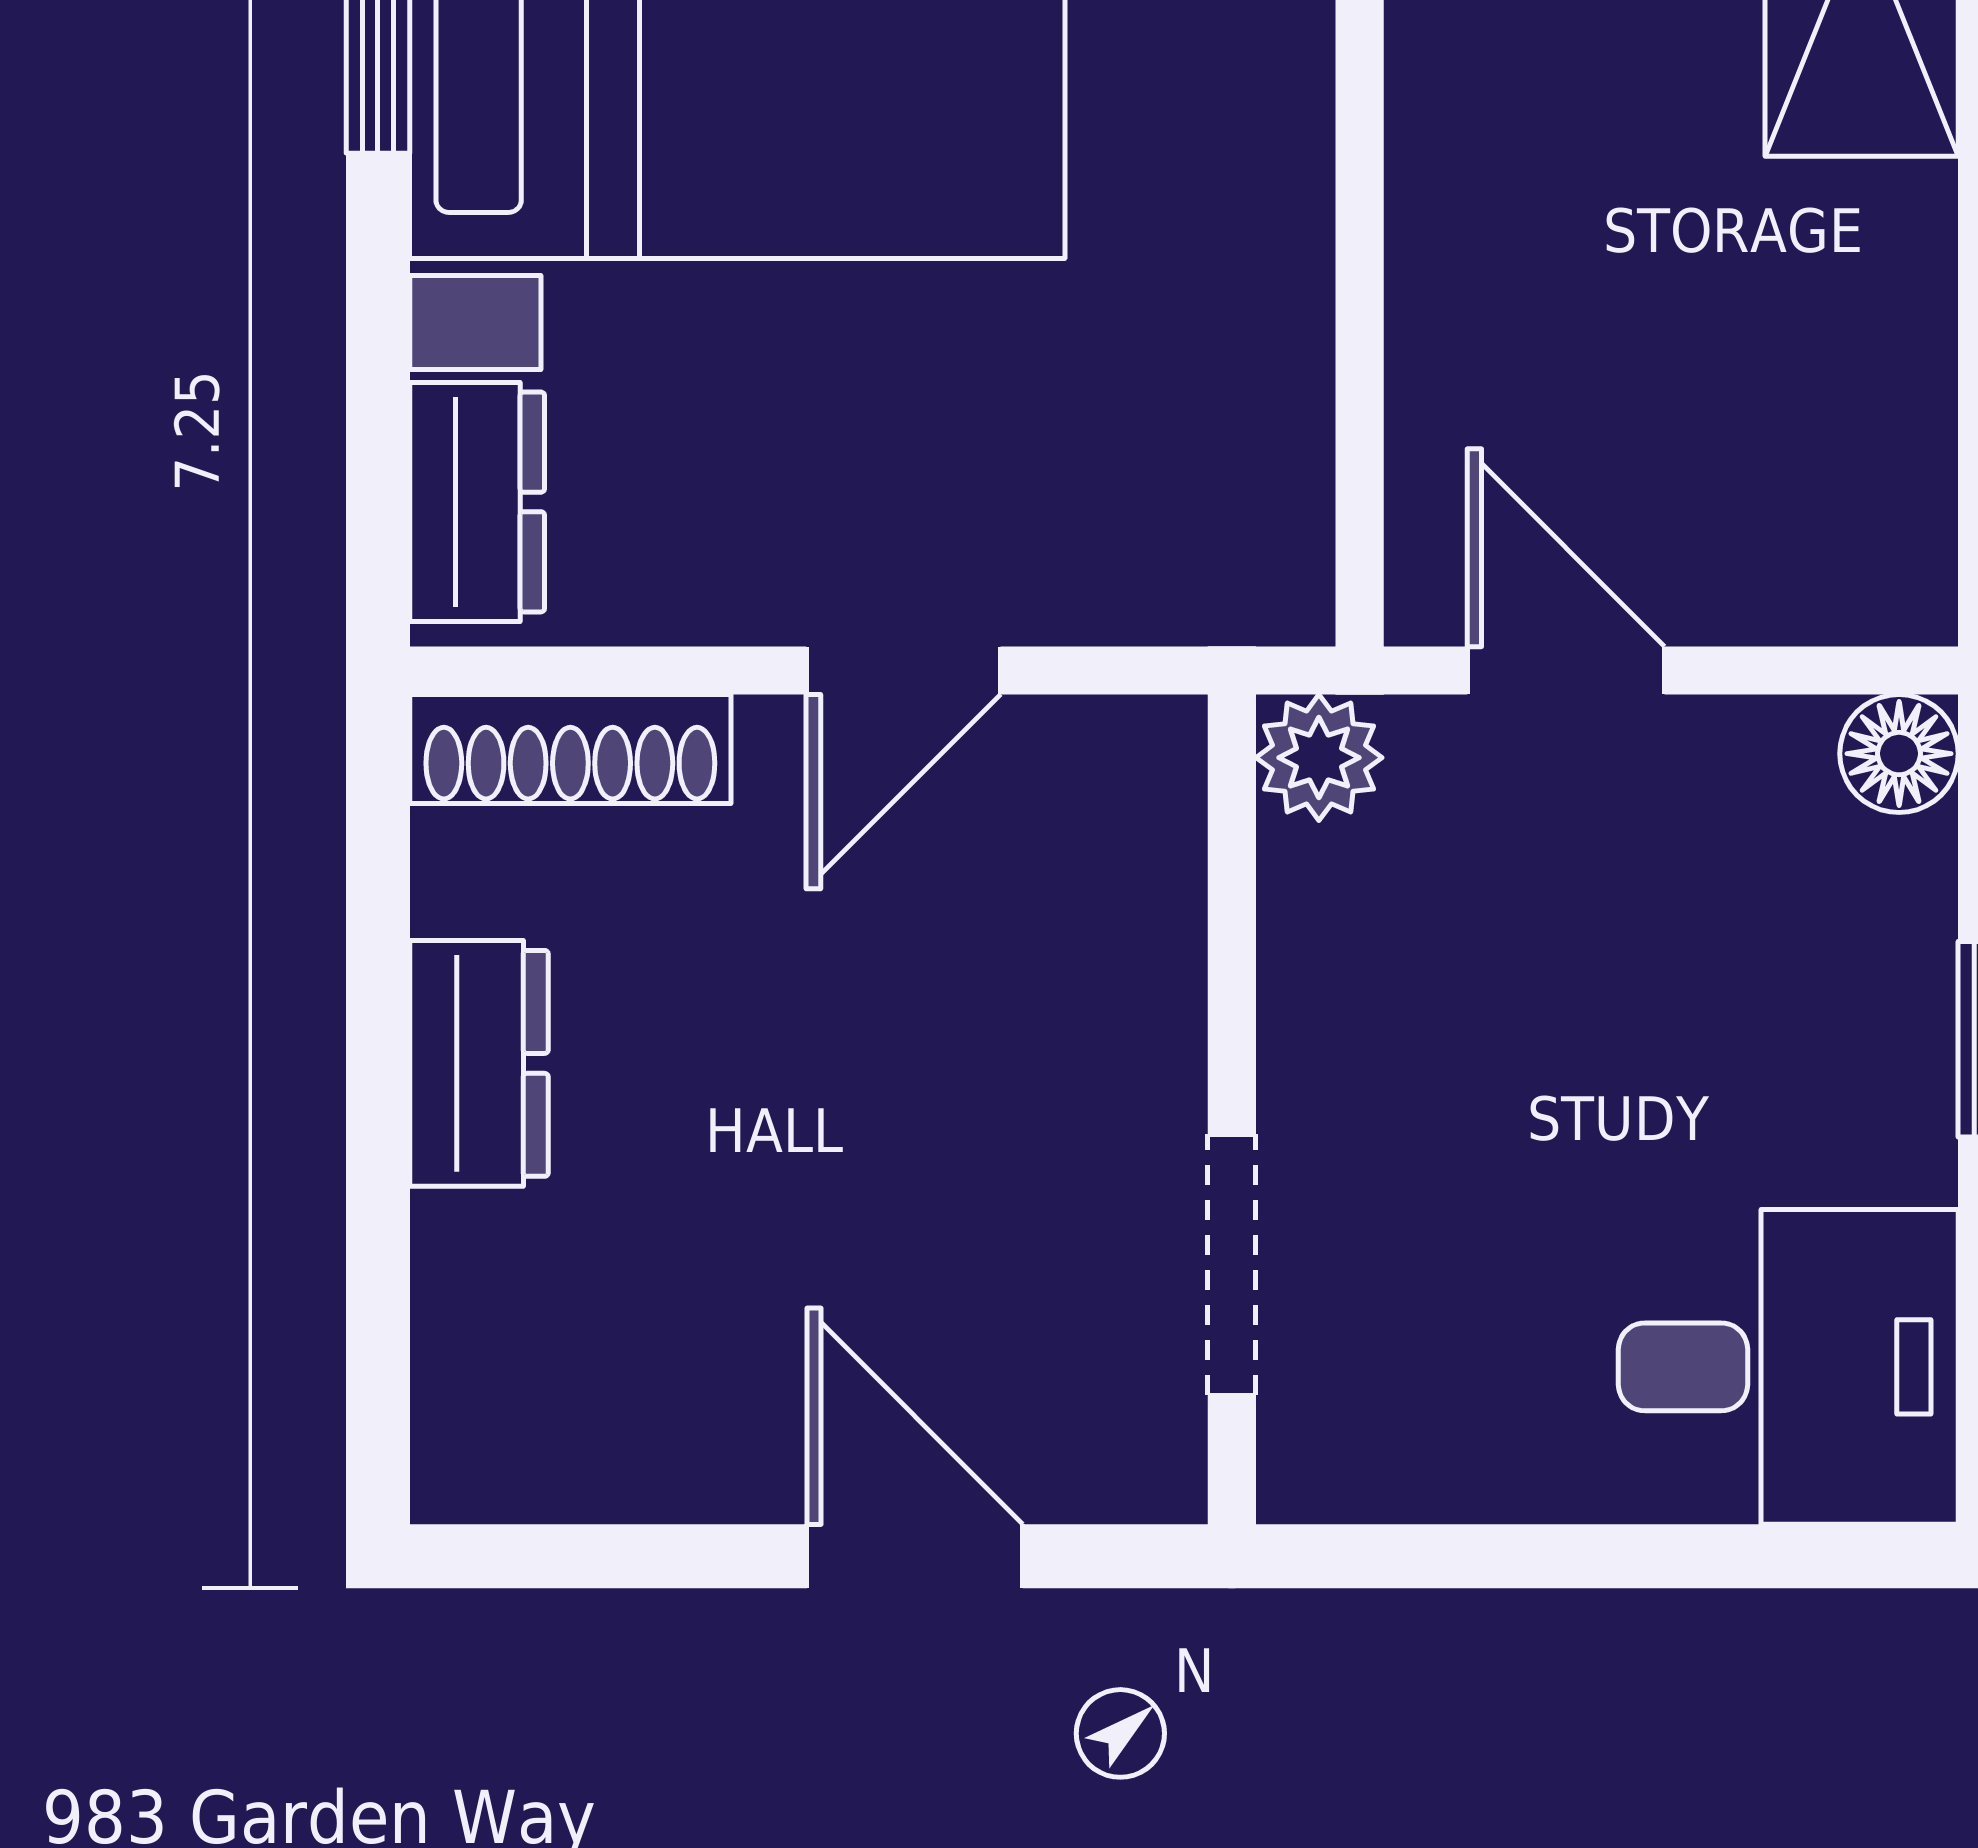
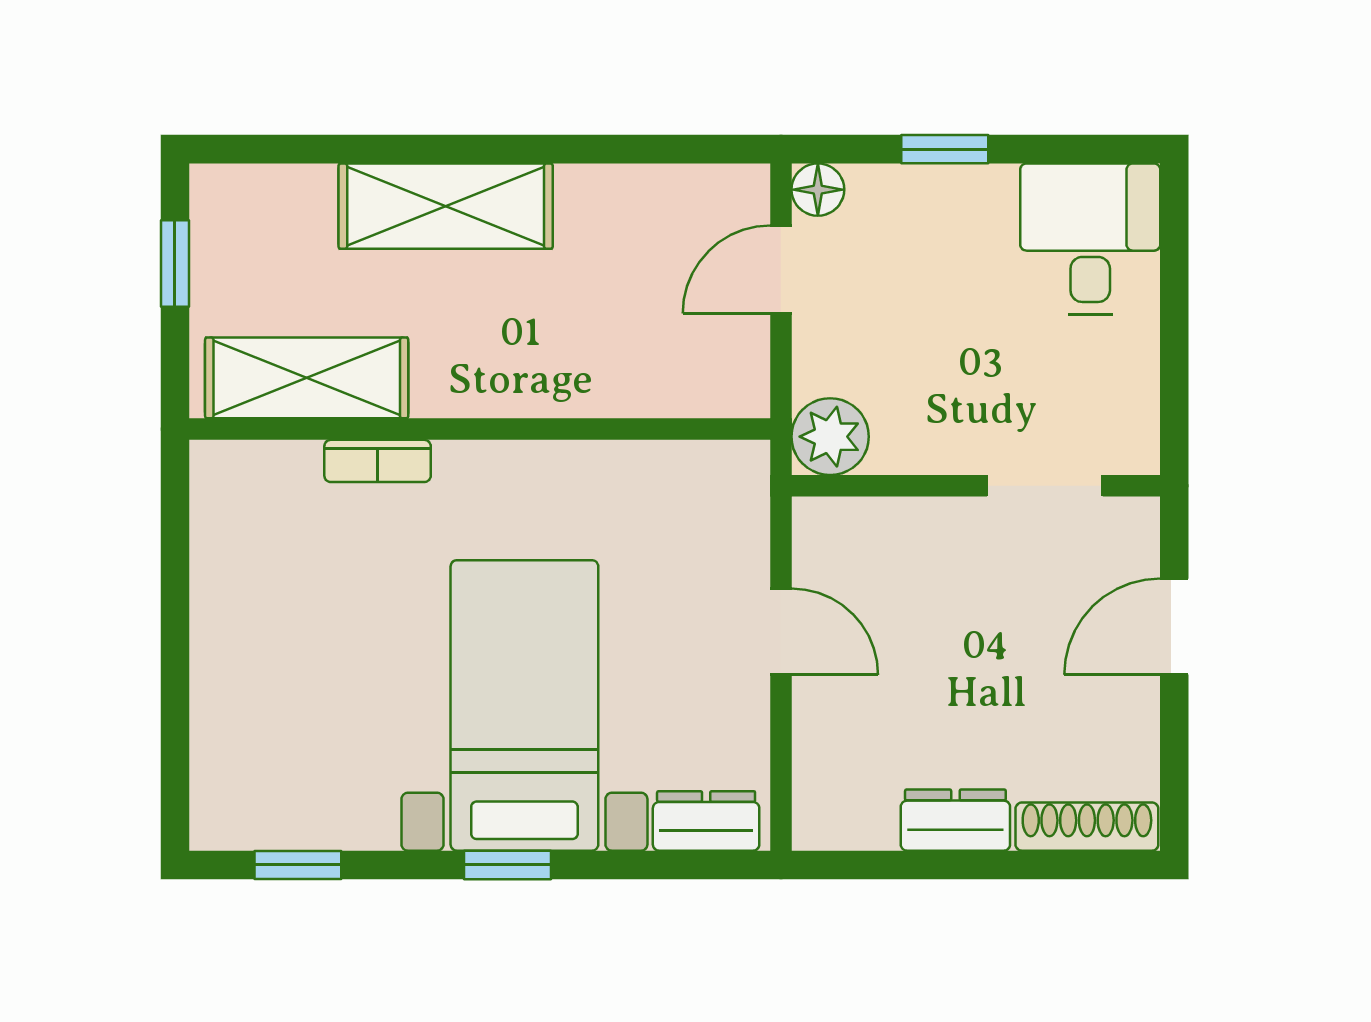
door: (1566, 670) -> (781, 269), moved
shoe rack: (570, 749) -> (1087, 827), moved, turned -90
plant: (1319, 758) -> (830, 437), width x1.38, depth x1.38

